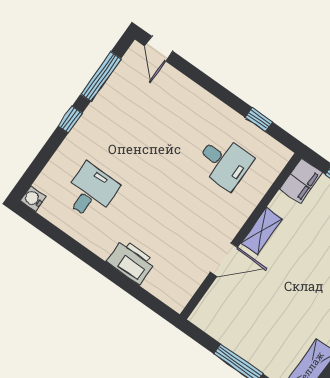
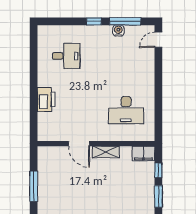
window: (259, 120) -> (158, 112), removed
desk: (224, 162) -> (126, 110), width x1.37
water cooler: (33, 199) -> (118, 31), moved

